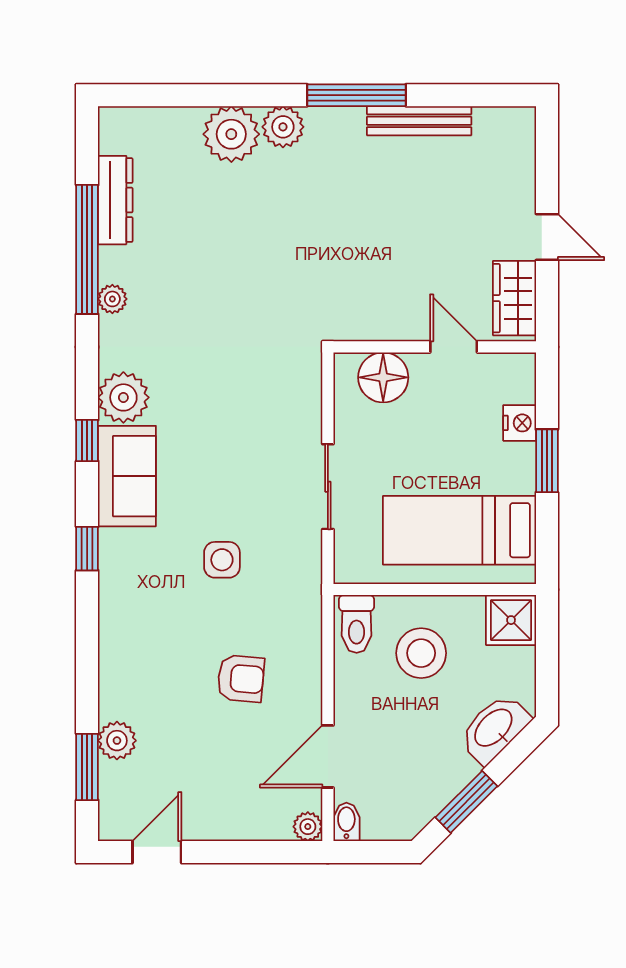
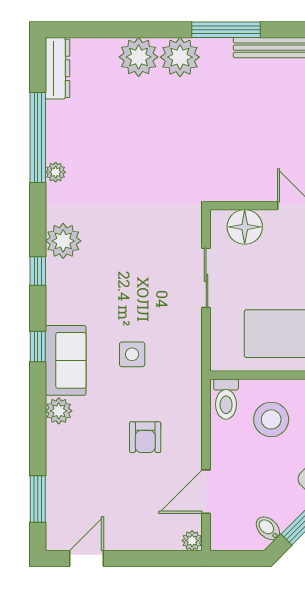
plant: (283, 127) -> (180, 57), width x1.36, depth x1.36
dresser: (115, 200) -> (58, 68), moved
sofa: (127, 476) -> (66, 360), moved
sliding door: (328, 487) -> (206, 278), moved
armchair: (241, 678) -> (145, 437), turned 85
plant: (117, 741) -> (59, 411), moved
bidet: (346, 822) -> (268, 528), moved, turned -45

